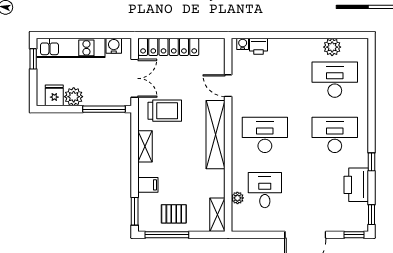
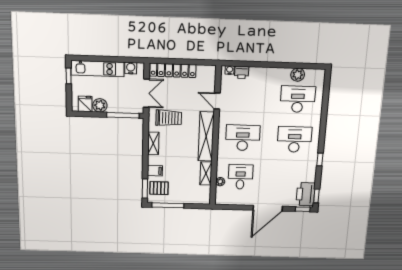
printer: (356, 185) -> (306, 194), moved
pallet: (174, 214) -> (159, 188), moved
shelving: (217, 215) -> (206, 173), moved

